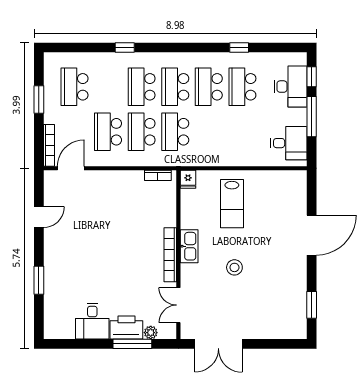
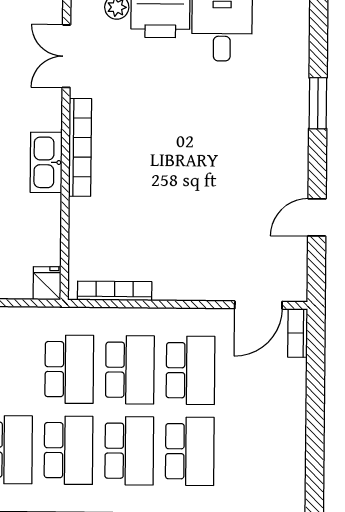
school desk: (74, 87) -> (190, 451), moved
window: (39, 100) -> (315, 429), removed
bookcase: (49, 145) -> (298, 333), width x0.64
bookcase: (158, 175) -> (115, 291), width x1.56
double door: (178, 305) -> (66, 56), swing flipped

